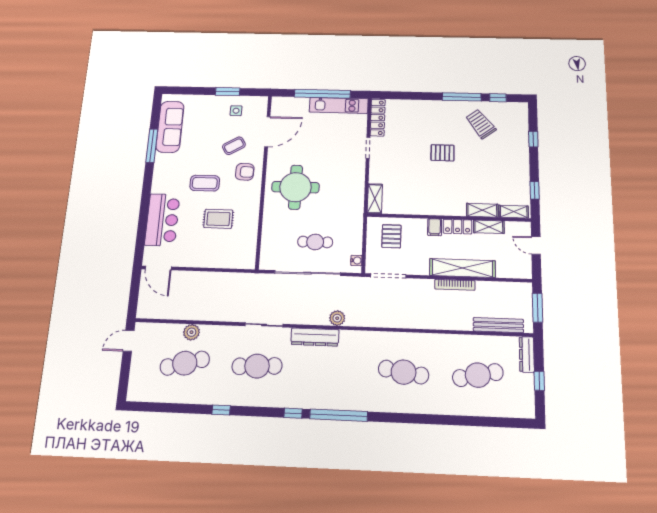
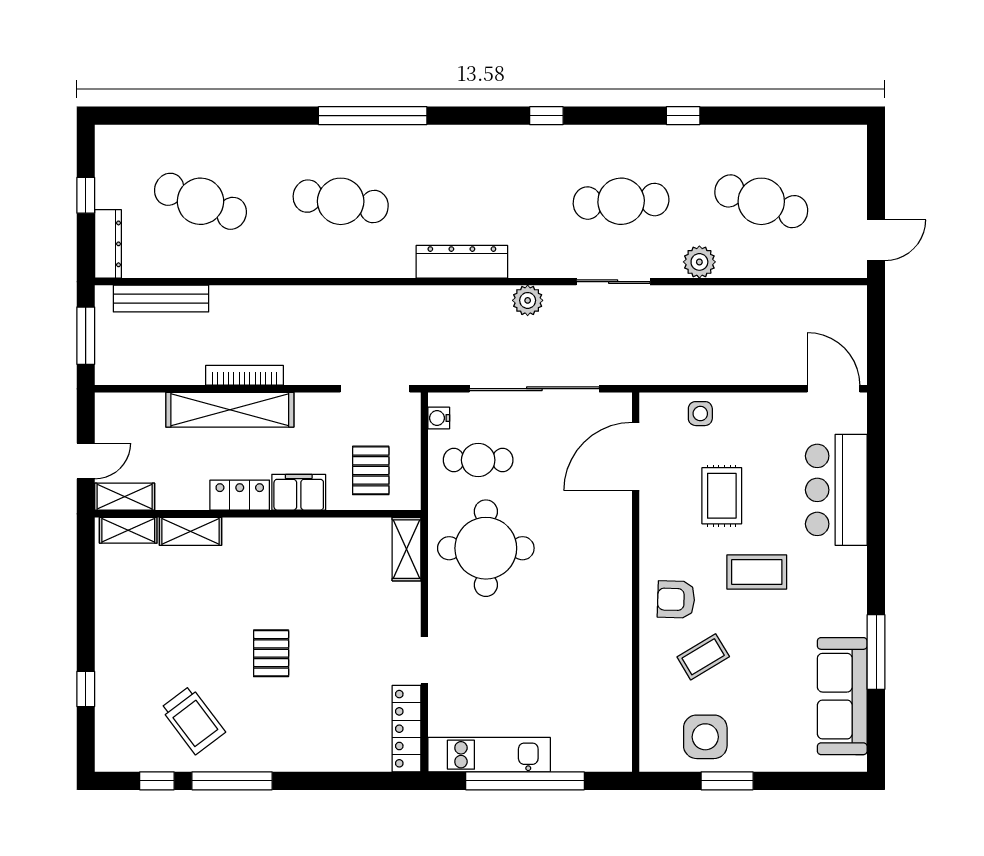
side table: (236, 111) -> (705, 737), width x1.87, depth x1.87
door: (267, 132) -> (636, 456), moved
pallet: (442, 153) -> (271, 653), turned 90
round table: (296, 187) -> (486, 548), moved
window: (535, 190) -> (86, 577), removed
rug: (218, 219) -> (722, 496), turned 90
filing cabinet: (435, 227) -> (299, 492), width x2.00
shelving: (489, 227) -> (125, 497), moved
cafe table: (315, 242) -> (478, 460), moved
door: (536, 245) -> (86, 461), hinge flipped
side table: (225, 258) -> (700, 414), added
plant: (337, 318) -> (528, 300), moved
plant: (191, 332) -> (699, 262), moved
dresser: (315, 337) -> (462, 262), moved
cafe table: (185, 363) -> (761, 201), turned 33
cafe table: (478, 375) -> (200, 201), turned 33
window: (339, 415) -> (373, 116), moved

